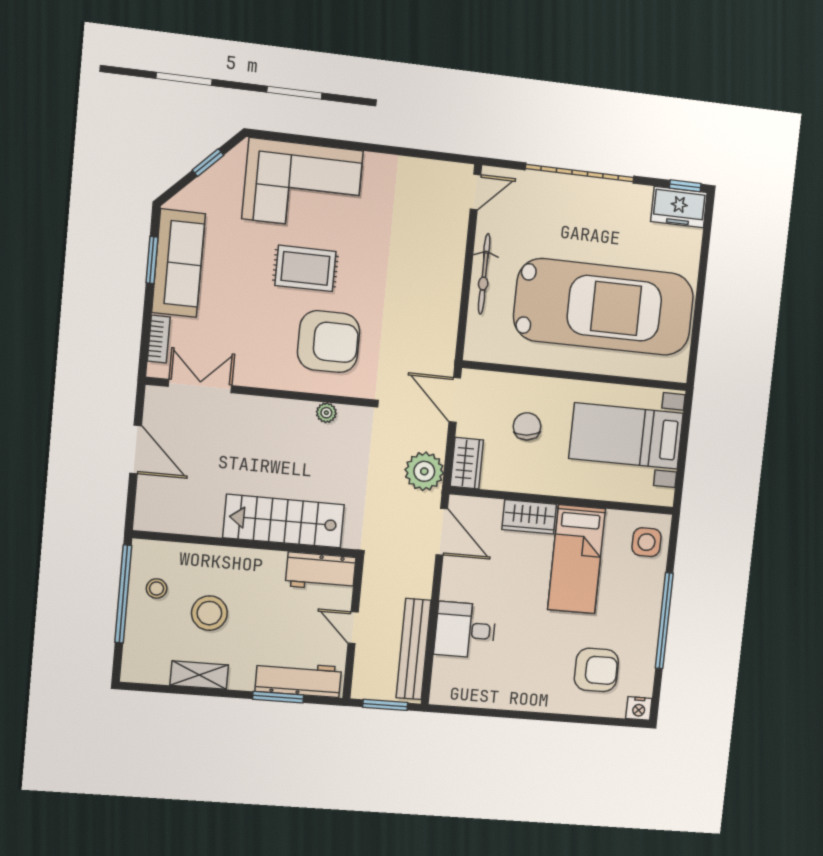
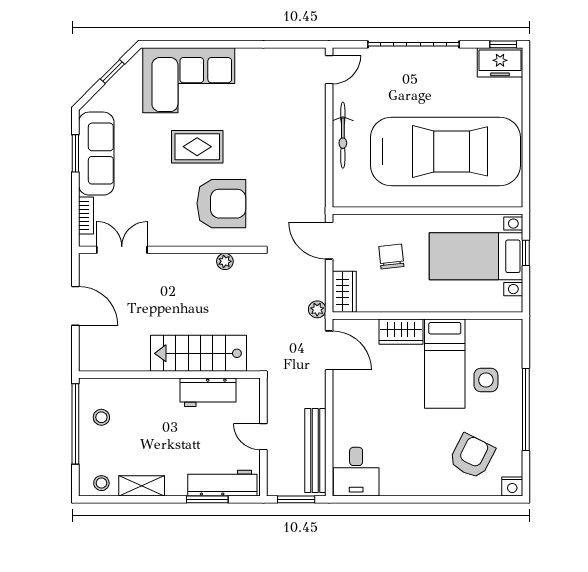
window: (684, 437) -> (526, 253), added
plant: (424, 471) -> (317, 309), width x0.53, depth x0.53
side table: (647, 542) -> (486, 380), moved
workbench: (321, 572) -> (208, 392), moved
stool: (209, 613) -> (101, 483), moved, width x0.53, depth x0.53
desk: (465, 630) -> (356, 472), moved, turned -90
armchair: (596, 670) -> (472, 456), turned -63

